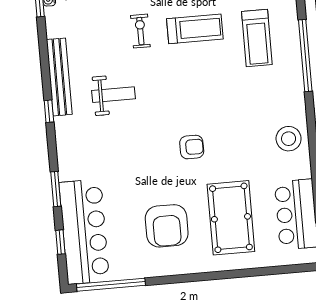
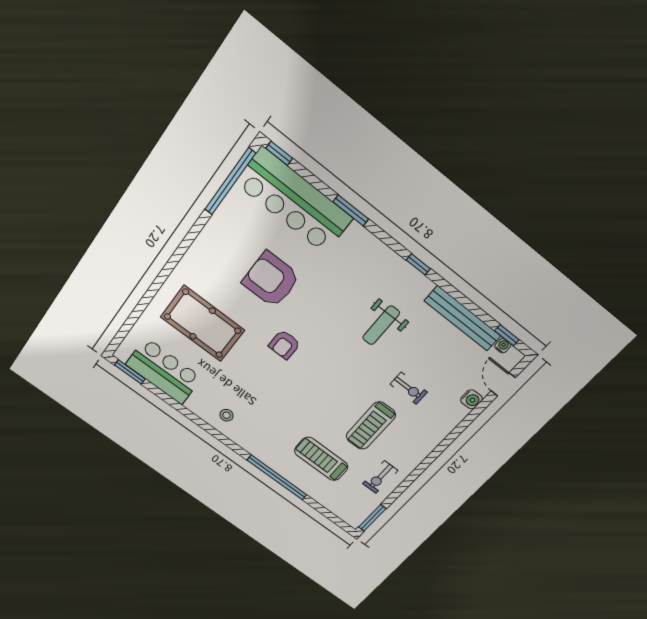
bench: (59, 77) -> (463, 318), moved
stool: (289, 139) -> (227, 415), width x0.53, depth x0.53
armchair: (167, 226) -> (271, 280), moved
window: (60, 242) -> (279, 153), moved

